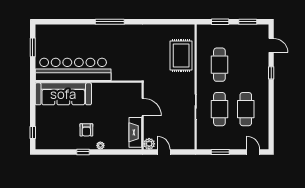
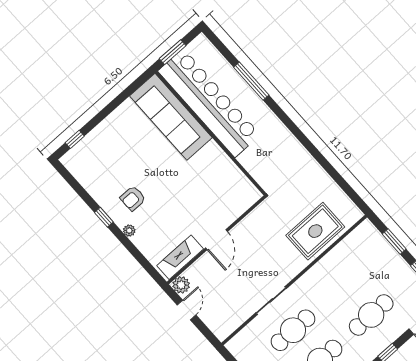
window: (110, 22) -> (251, 81), moved
cafe table: (219, 65) -> (371, 315), moved
bar counter: (73, 69) -> (209, 103), moved
wall: (88, 82) -> (211, 133), moved
sofa: (63, 94) -> (171, 117), moved

